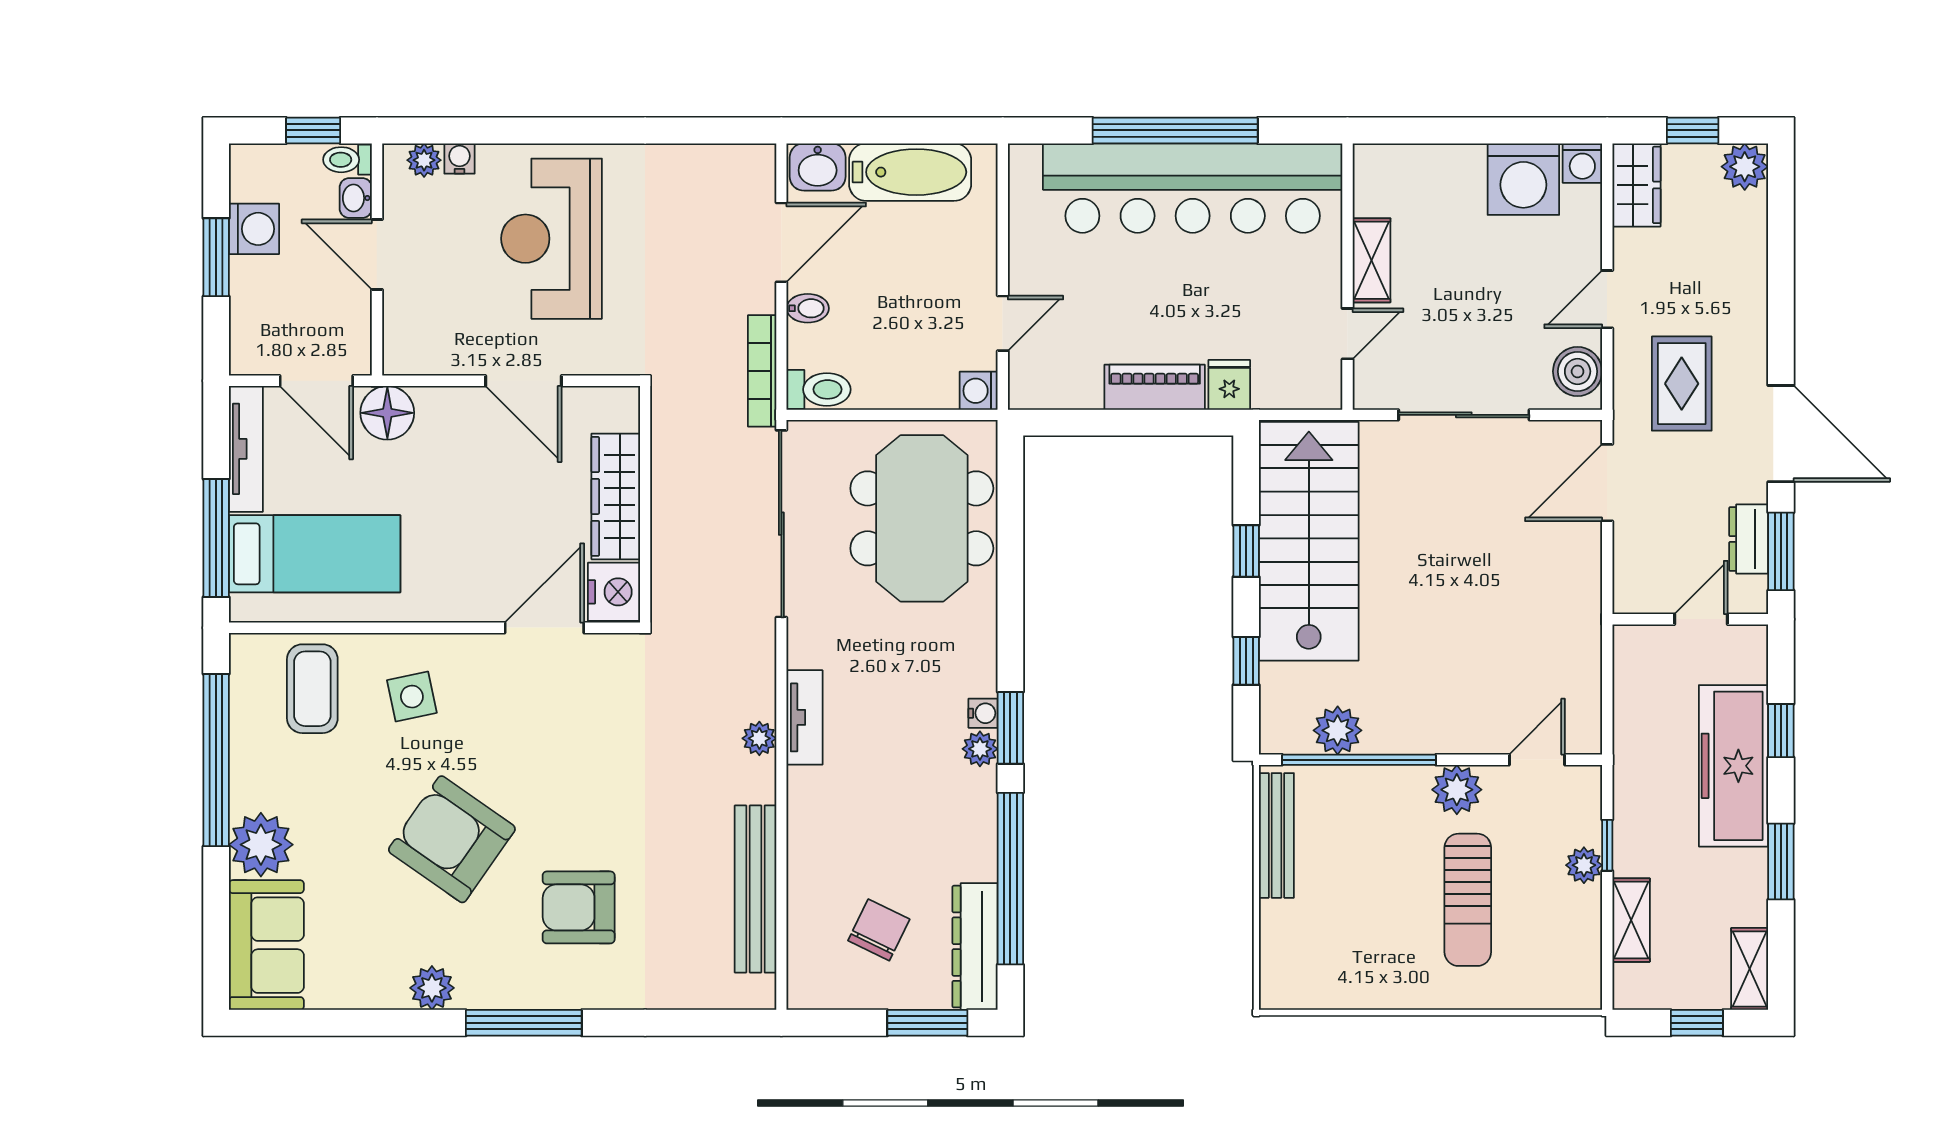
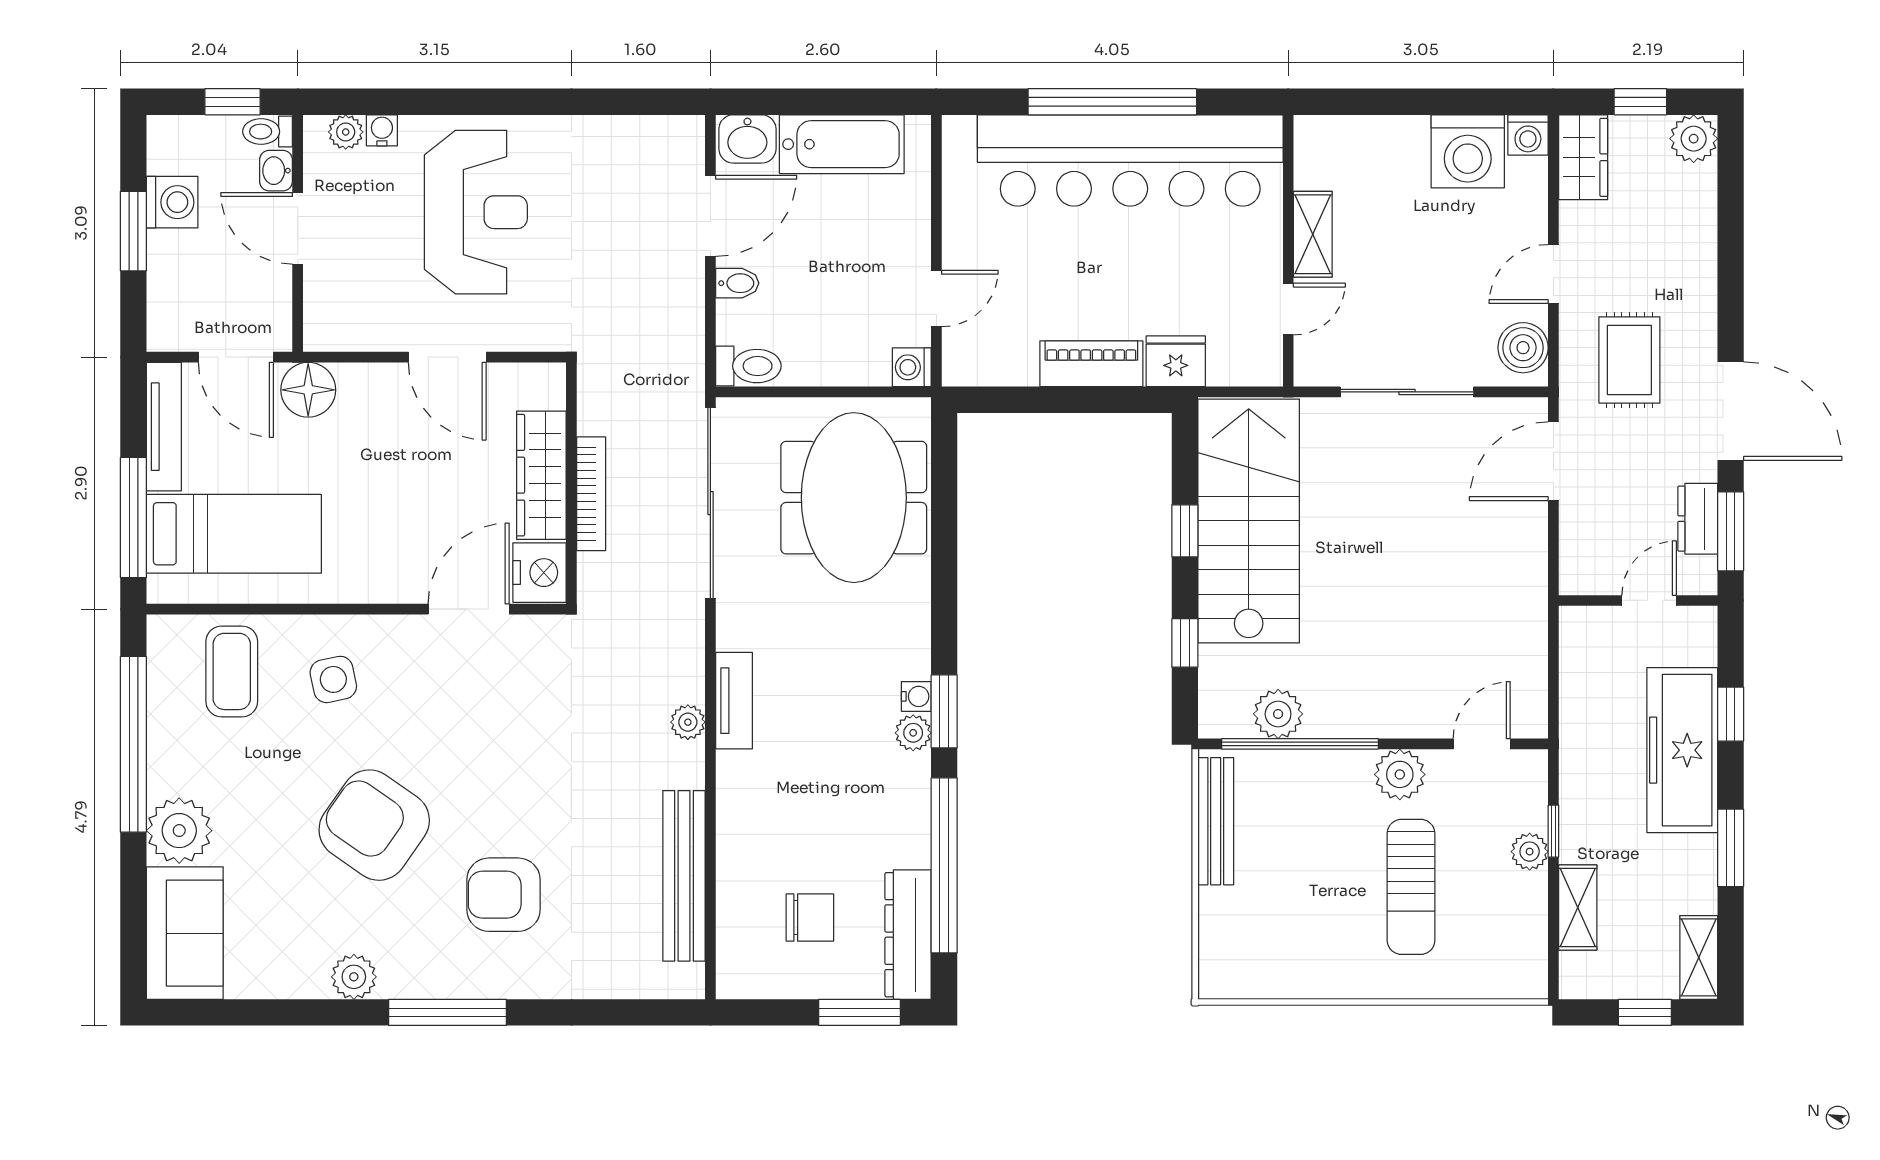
reception desk: (552, 239) -> (476, 212), turned 180
bookcase: (762, 371) -> (591, 494), moved, turned 180
fridge: (1229, 385) -> (1176, 361), width x1.38
chair: (879, 930) -> (810, 918), turned 64

